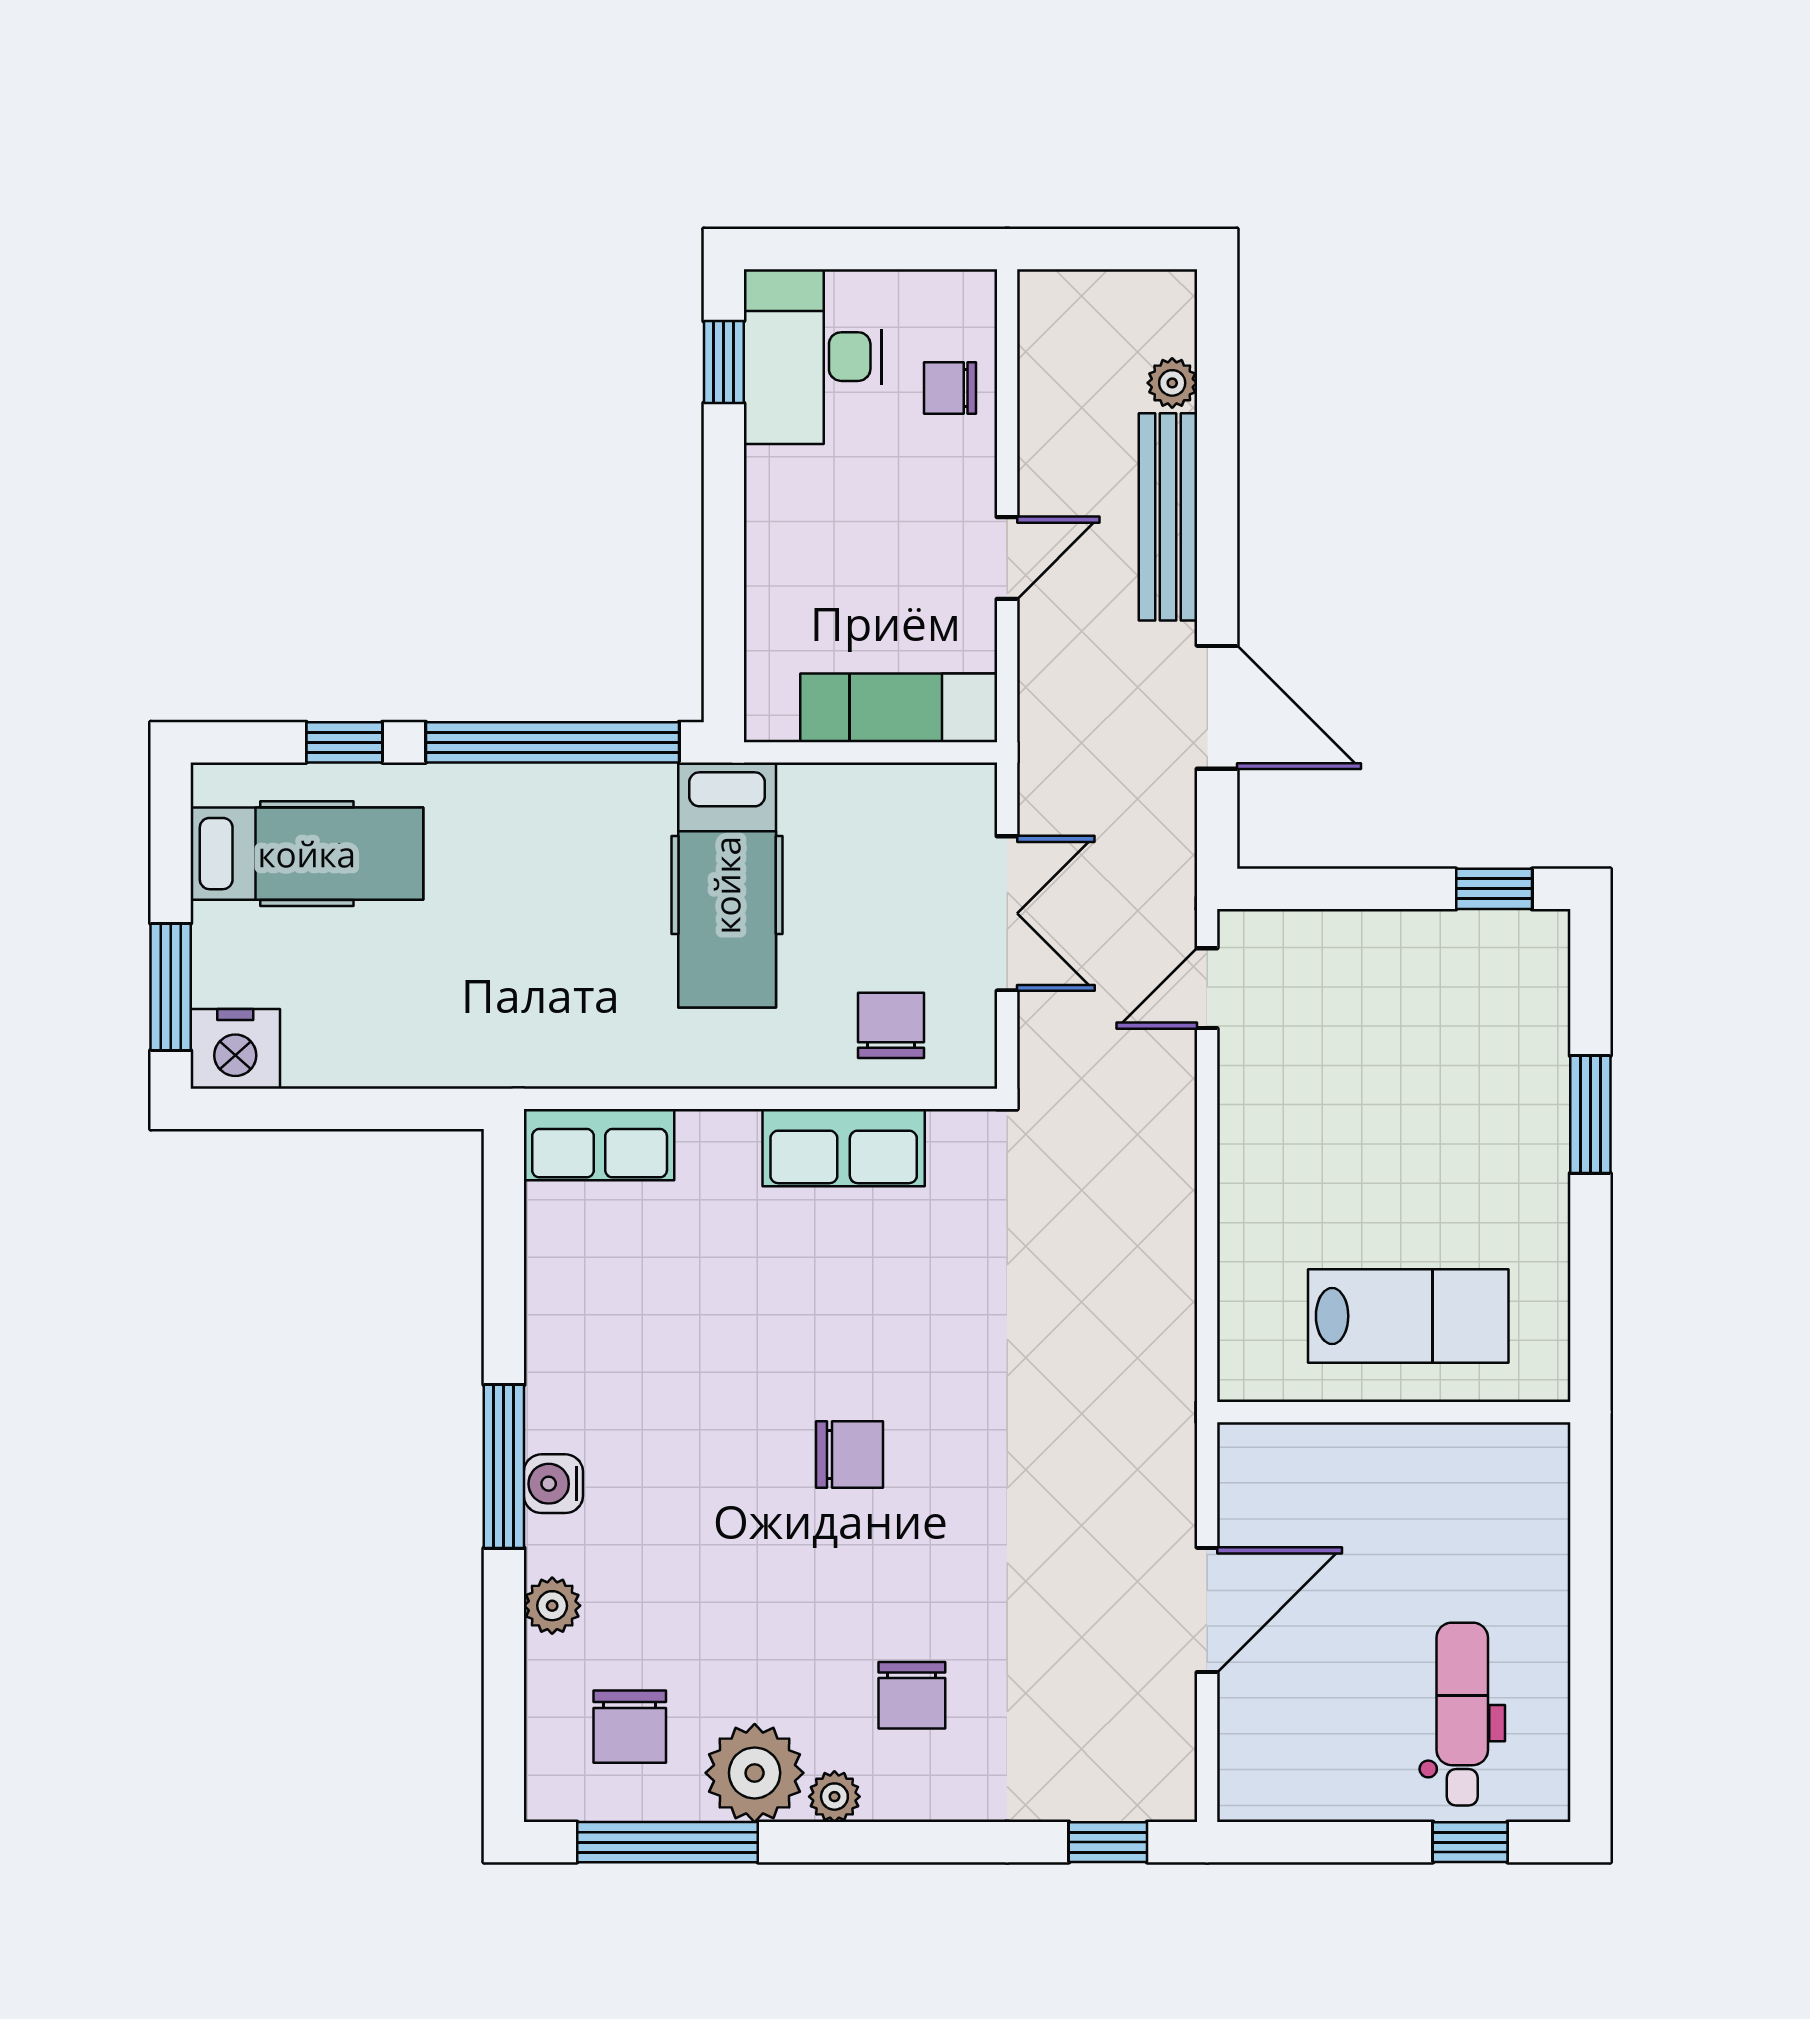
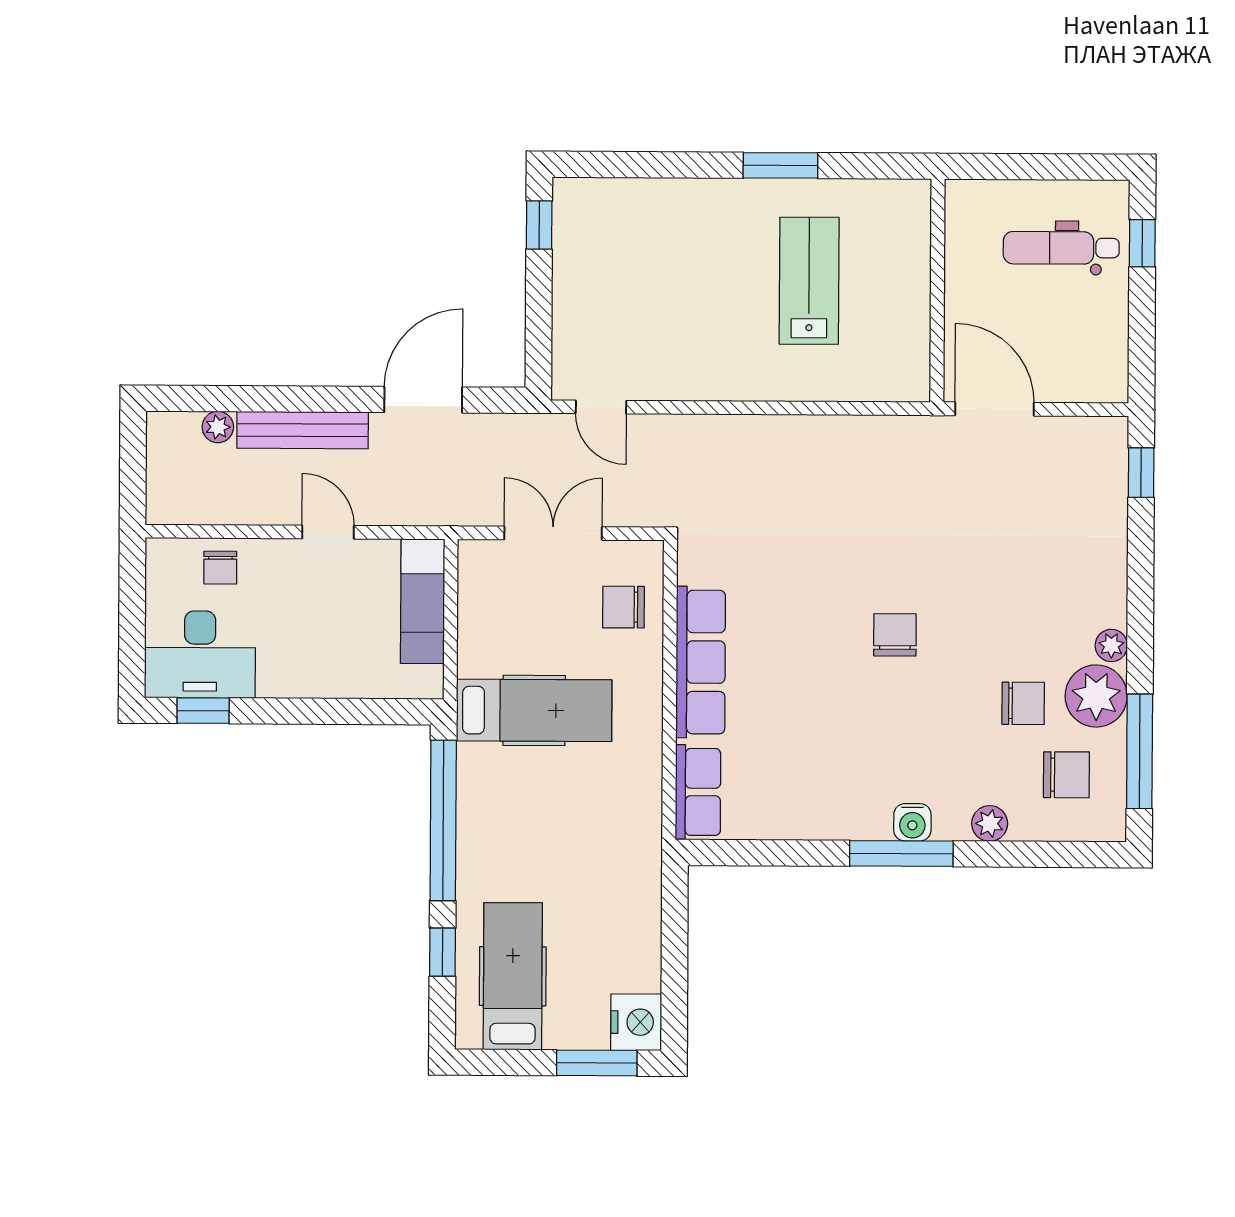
window: (1590, 1114) -> (780, 165), moved
row of seats: (844, 1148) -> (701, 662), width x1.48
wall: (1394, 1412) -> (937, 291), moved
chair: (912, 1695) -> (1023, 703), moved

